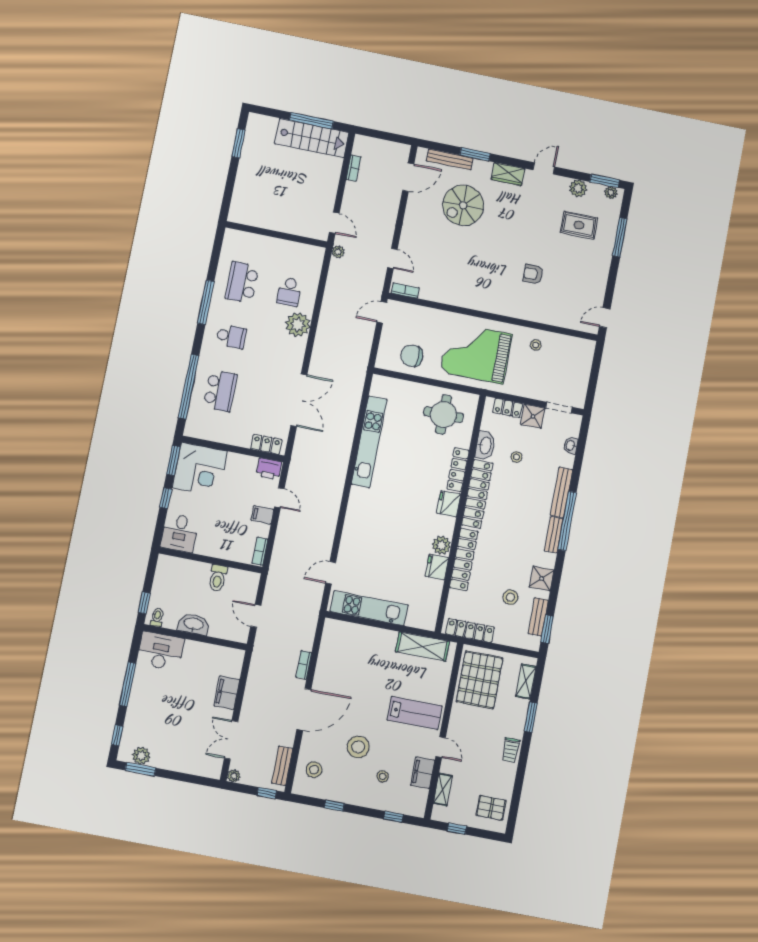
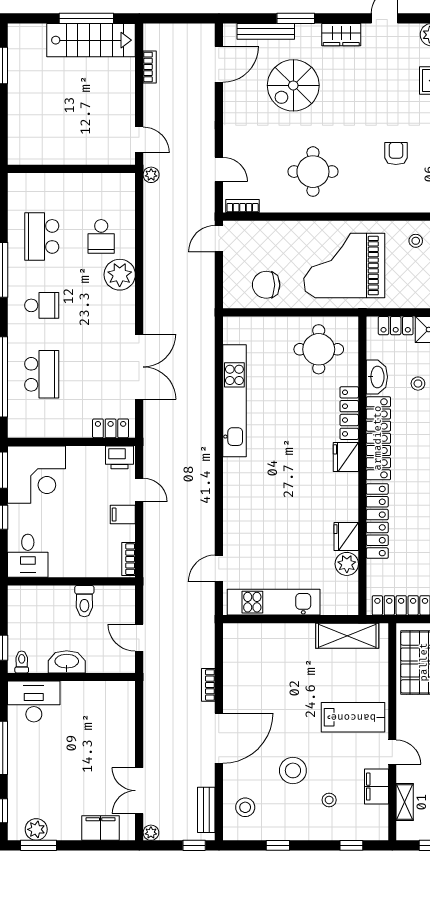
armchair: (533, 274) -> (396, 154), turned 90
round table: (466, 275) -> (313, 172), added
plant: (441, 545) -> (347, 564), moved
filing cabinet: (227, 692) -> (101, 828), moved, turned 90

